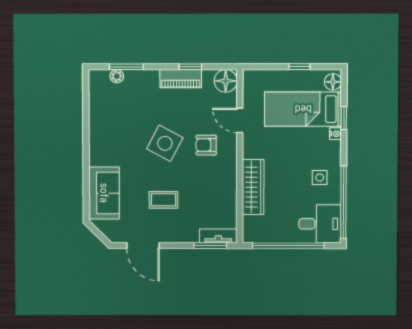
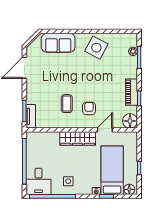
side table: (165, 143) -> (96, 48), moved
wardrobe: (253, 187) -> (78, 139), moved
coffee table: (163, 200) -> (67, 104), moved

